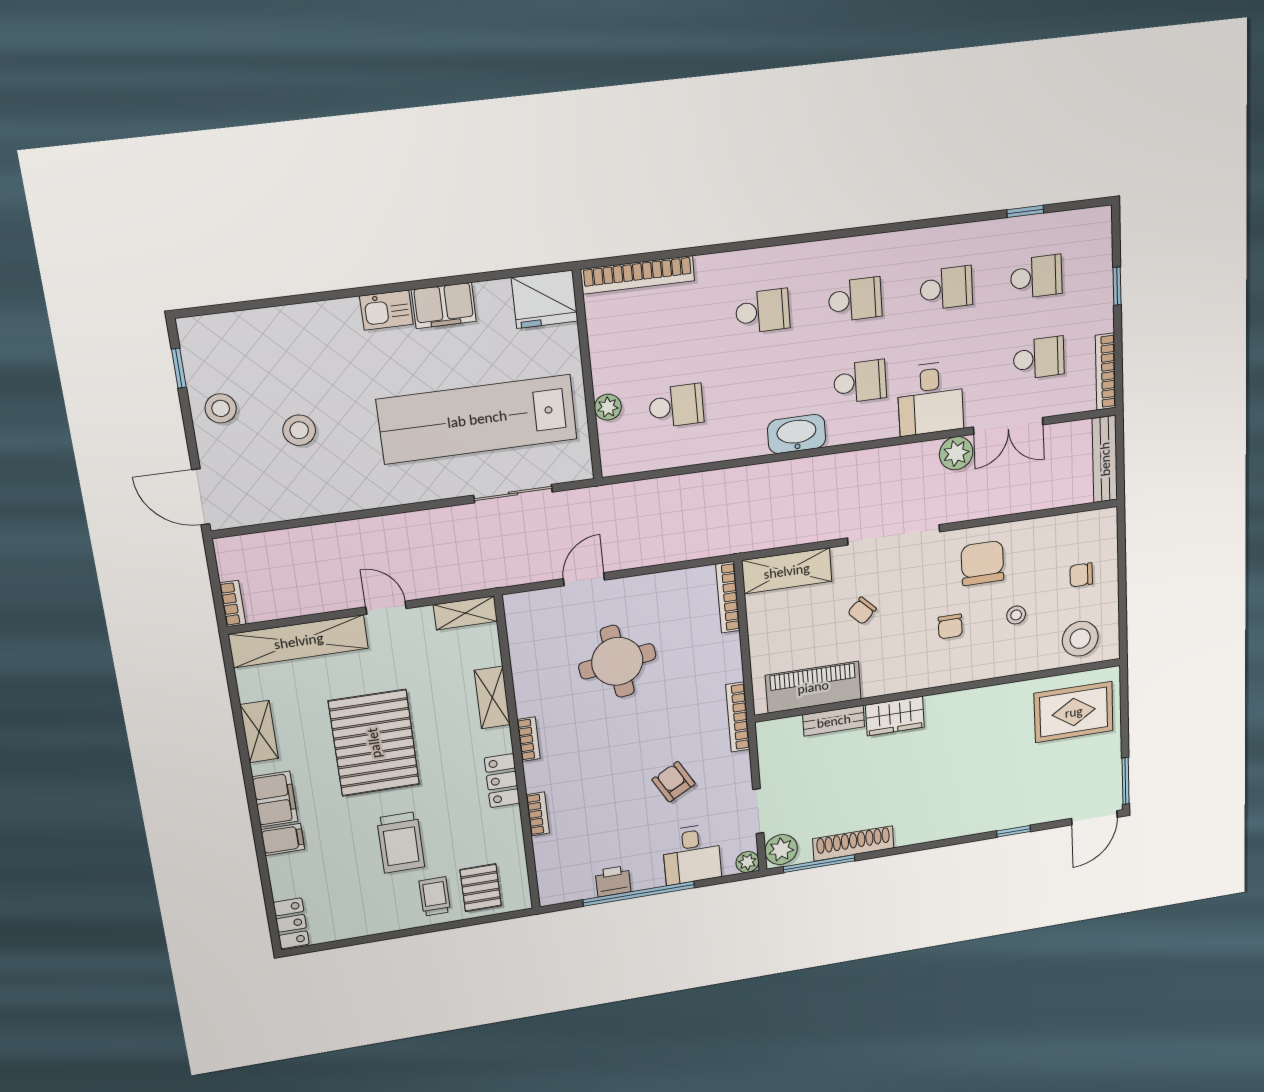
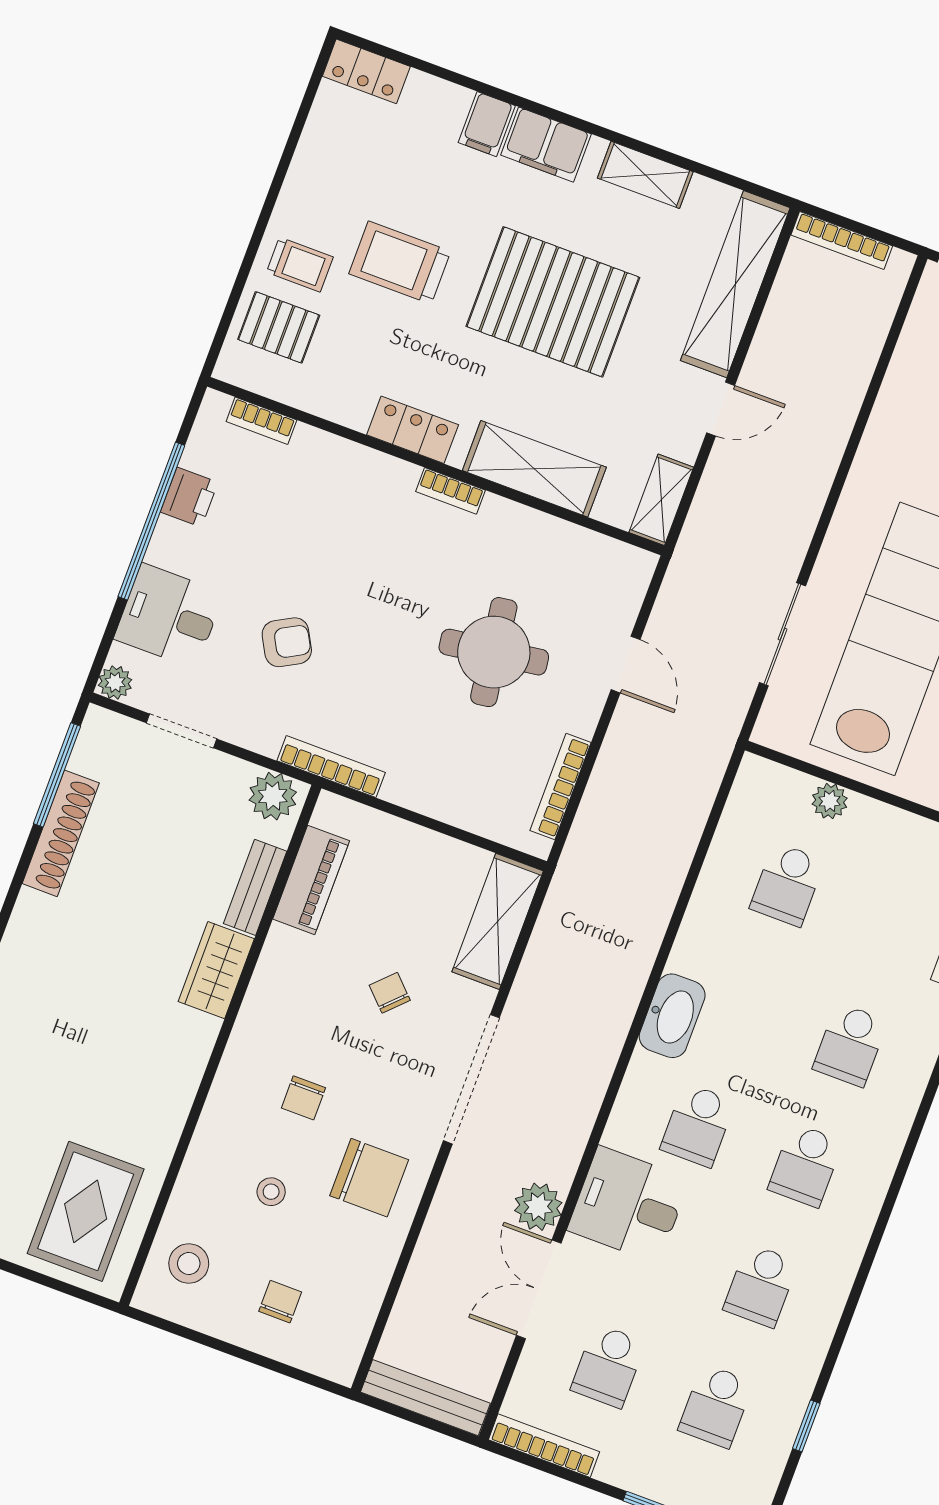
bookcase: (728, 597) -> (561, 787), moved, turned -90
bookcase: (233, 604) -> (842, 240), width x1.56
chair: (950, 626) -> (303, 1098), turned -90
stool: (1080, 639) -> (189, 1264), width x0.73, depth x0.73
piano: (813, 687) -> (311, 880), width x0.73, depth x0.75
shelving: (492, 697) -> (534, 469), width x1.50, depth x1.33
bookcase: (538, 814) -> (261, 421), moved
plant: (781, 850) -> (273, 796), moved

